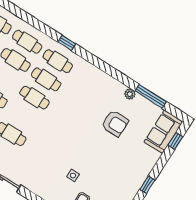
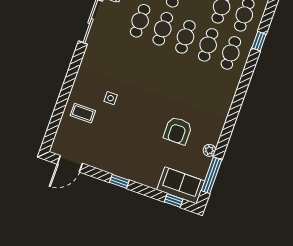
window: (67, 43) -> (259, 41), moved
plant: (130, 94) -> (209, 150), moved
window: (151, 96) -> (211, 175), moved
cafe table: (23, 116) -> (163, 29), added

